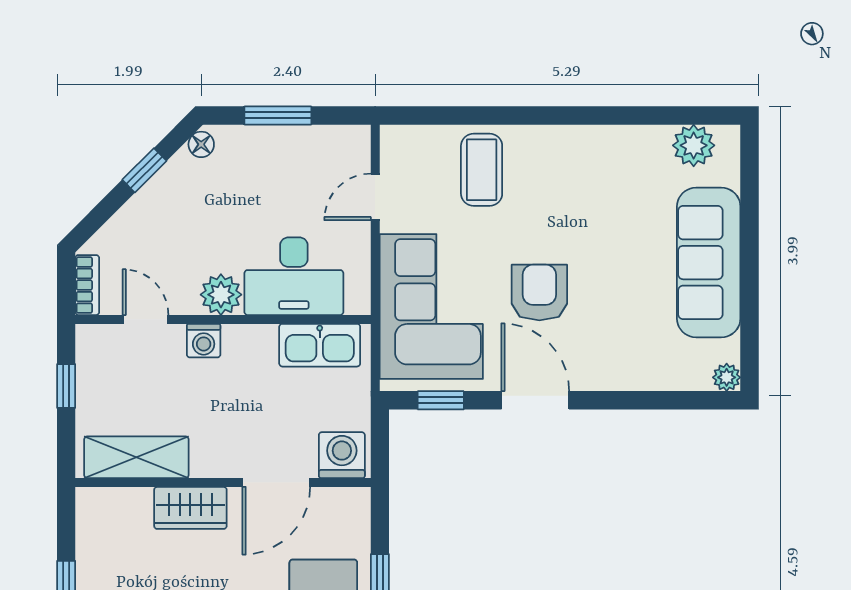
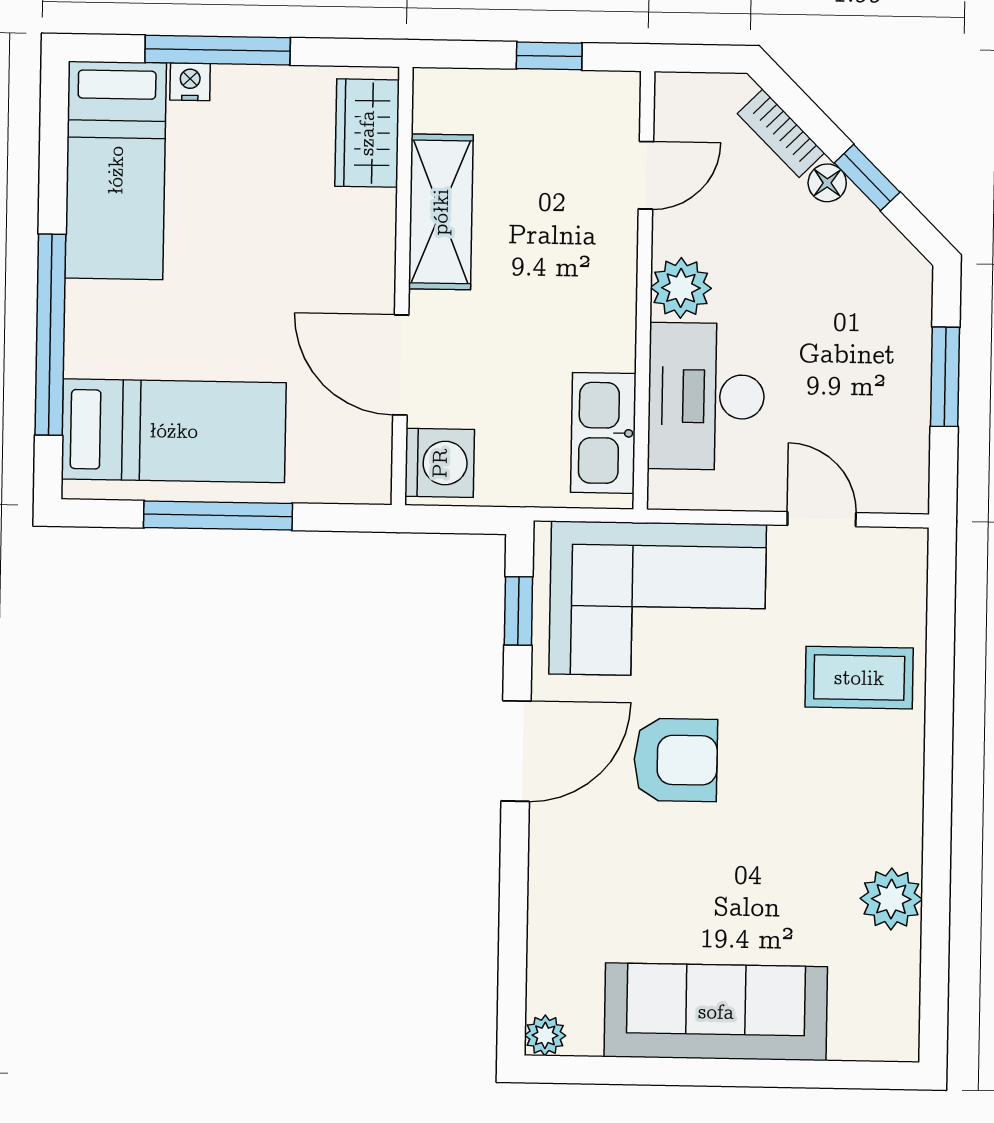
floor lamp: (201, 144) -> (827, 183), moved
plant: (694, 145) -> (891, 899), moved
bookcase: (87, 285) -> (781, 133), moved, turned 45
washing machine: (204, 341) -> (613, 261), removed
shelving: (136, 457) -> (441, 212), moved
wardrobe: (190, 508) -> (367, 133), moved

